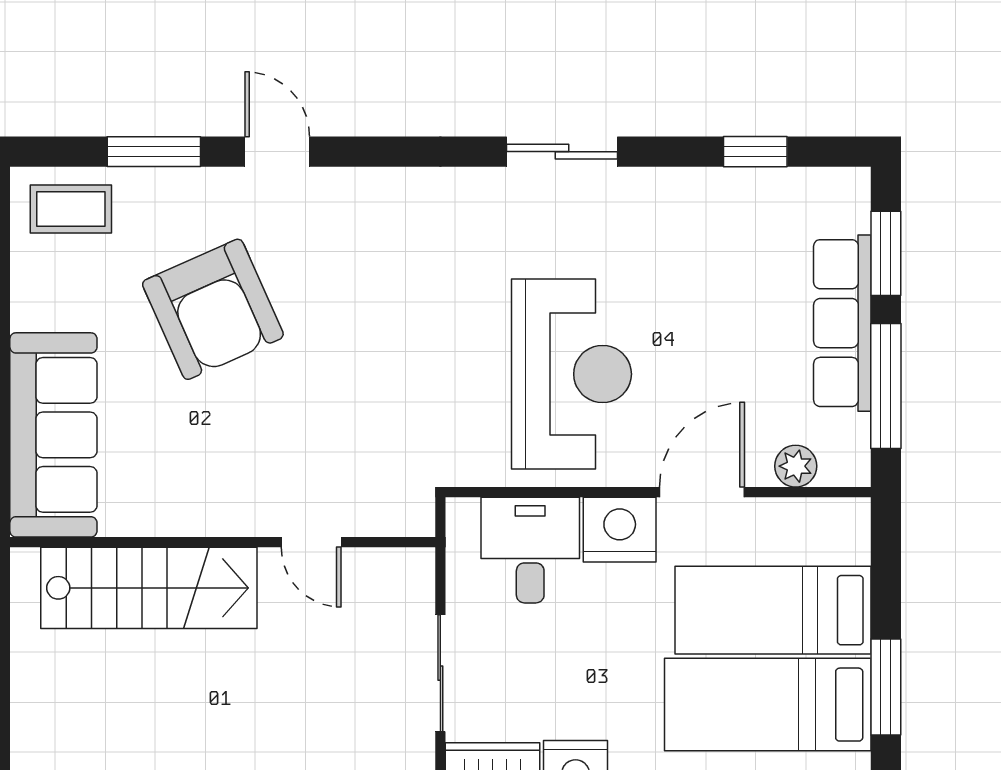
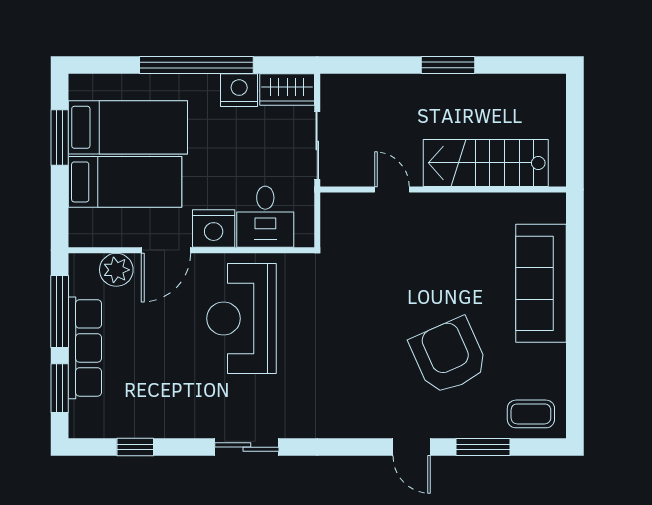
plant: (796, 466) -> (116, 270), width x1.38, depth x1.38
wall: (223, 542) -> (443, 189), moved
door: (311, 542) -> (392, 189), moved
stairs: (149, 588) -> (486, 163), moved

